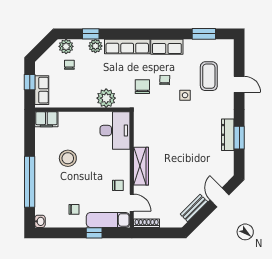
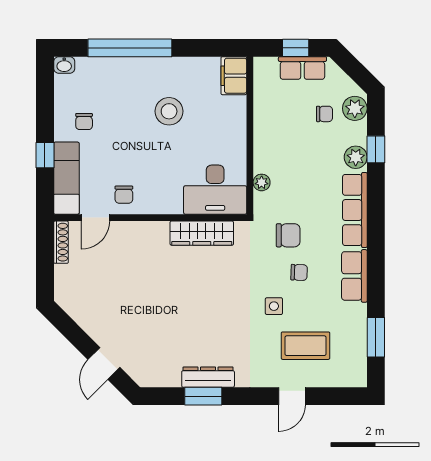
row of seats: (42, 90) -> (302, 68), moved
plant: (106, 98) -> (262, 182), width x0.53, depth x0.53
wardrobe: (141, 166) -> (202, 233), moved
door: (220, 197) -> (104, 363), swing flipped
bench: (194, 208) -> (86, 321), removed

